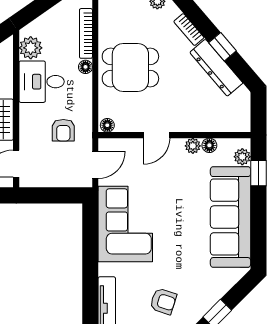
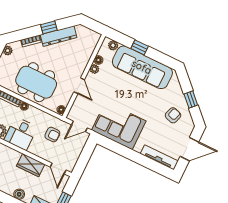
dining table: (130, 67) -> (36, 82), width x1.38
door: (95, 165) -> (79, 126), swing flipped
window: (258, 173) -> (140, 47), moved
armchair: (163, 301) -> (173, 115), moved

